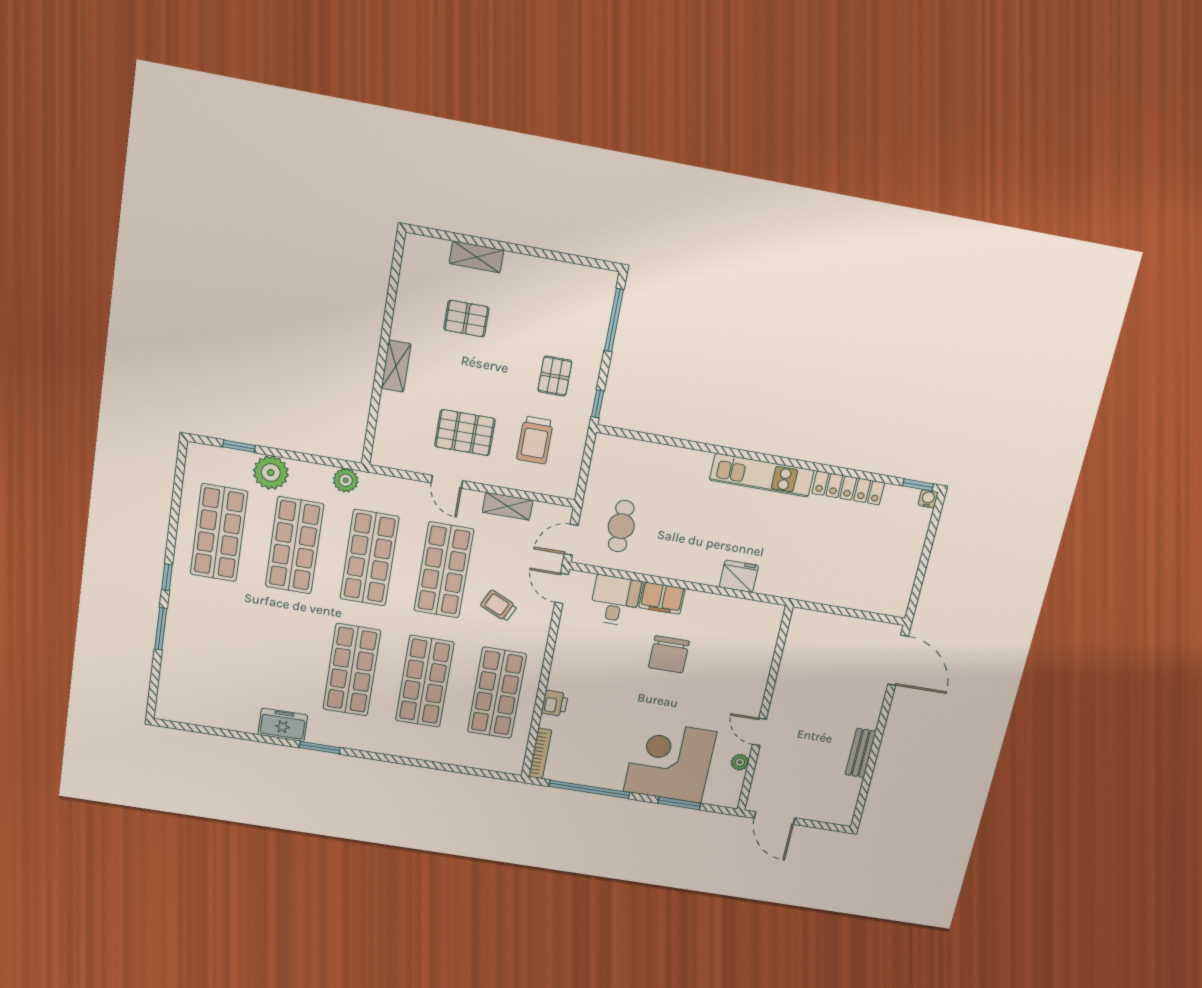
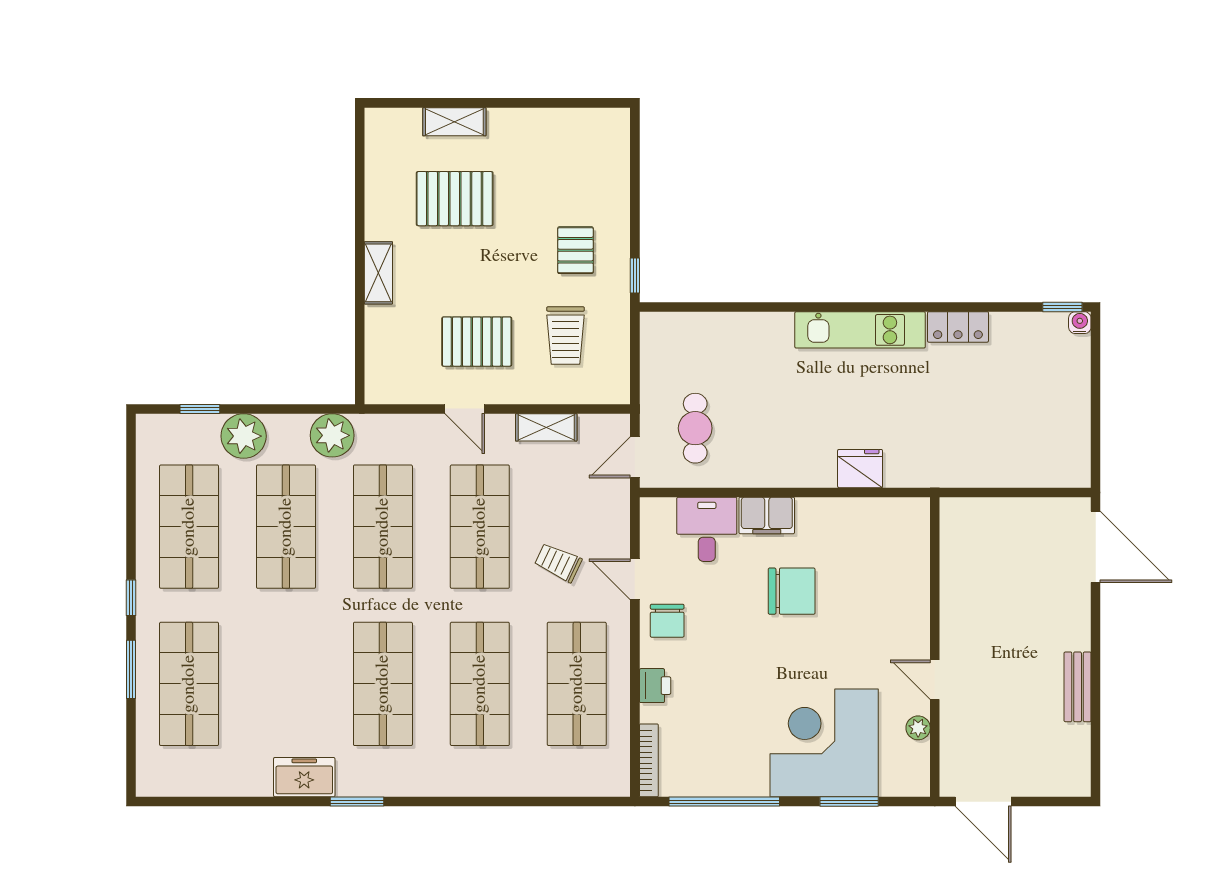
pallet: (466, 319) -> (455, 199), width x1.50, depth x1.42
window: (614, 320) -> (635, 168), removed
plant: (346, 480) -> (332, 435), width x1.36, depth x1.36
locker: (848, 488) -> (958, 327), width x0.66
door: (562, 588) -> (635, 579), moved
shop shelf: (204, 646) -> (189, 684), added
chair: (669, 654) -> (792, 591), turned -90
chair: (572, 660) -> (667, 621), added

